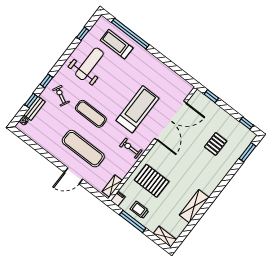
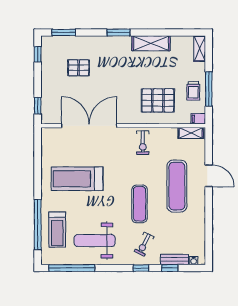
window: (83, 34) -> (72, 268), width x3.17
treadmill: (138, 109) -> (77, 179), moved
pallet: (152, 181) -> (158, 100), turned 90
window: (219, 190) -> (118, 33), added

